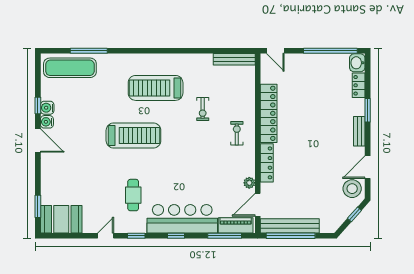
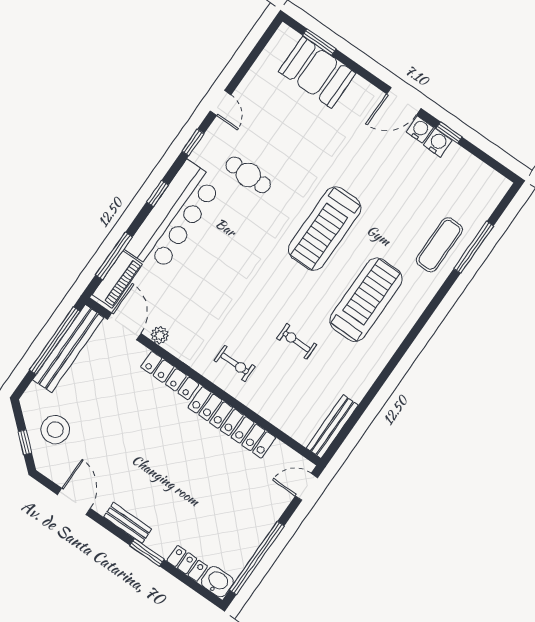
exercise mat: (70, 68) -> (439, 245), moved, width x0.73, depth x0.69
stool: (352, 189) -> (55, 430), moved
booth: (61, 219) -> (317, 72), moved, turned 90

